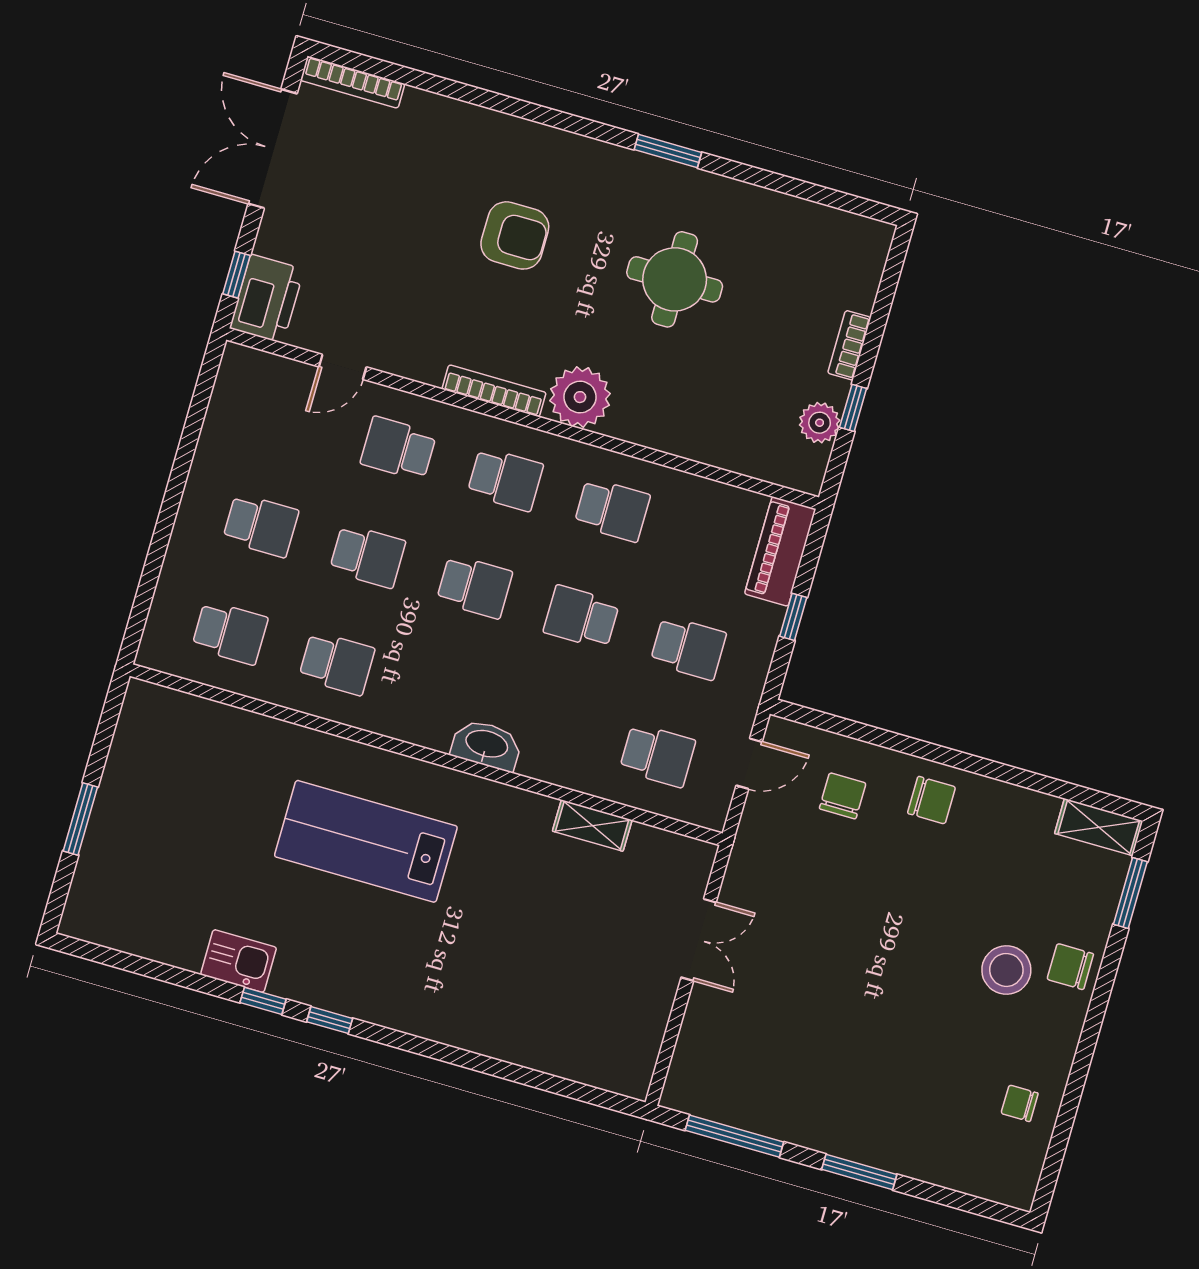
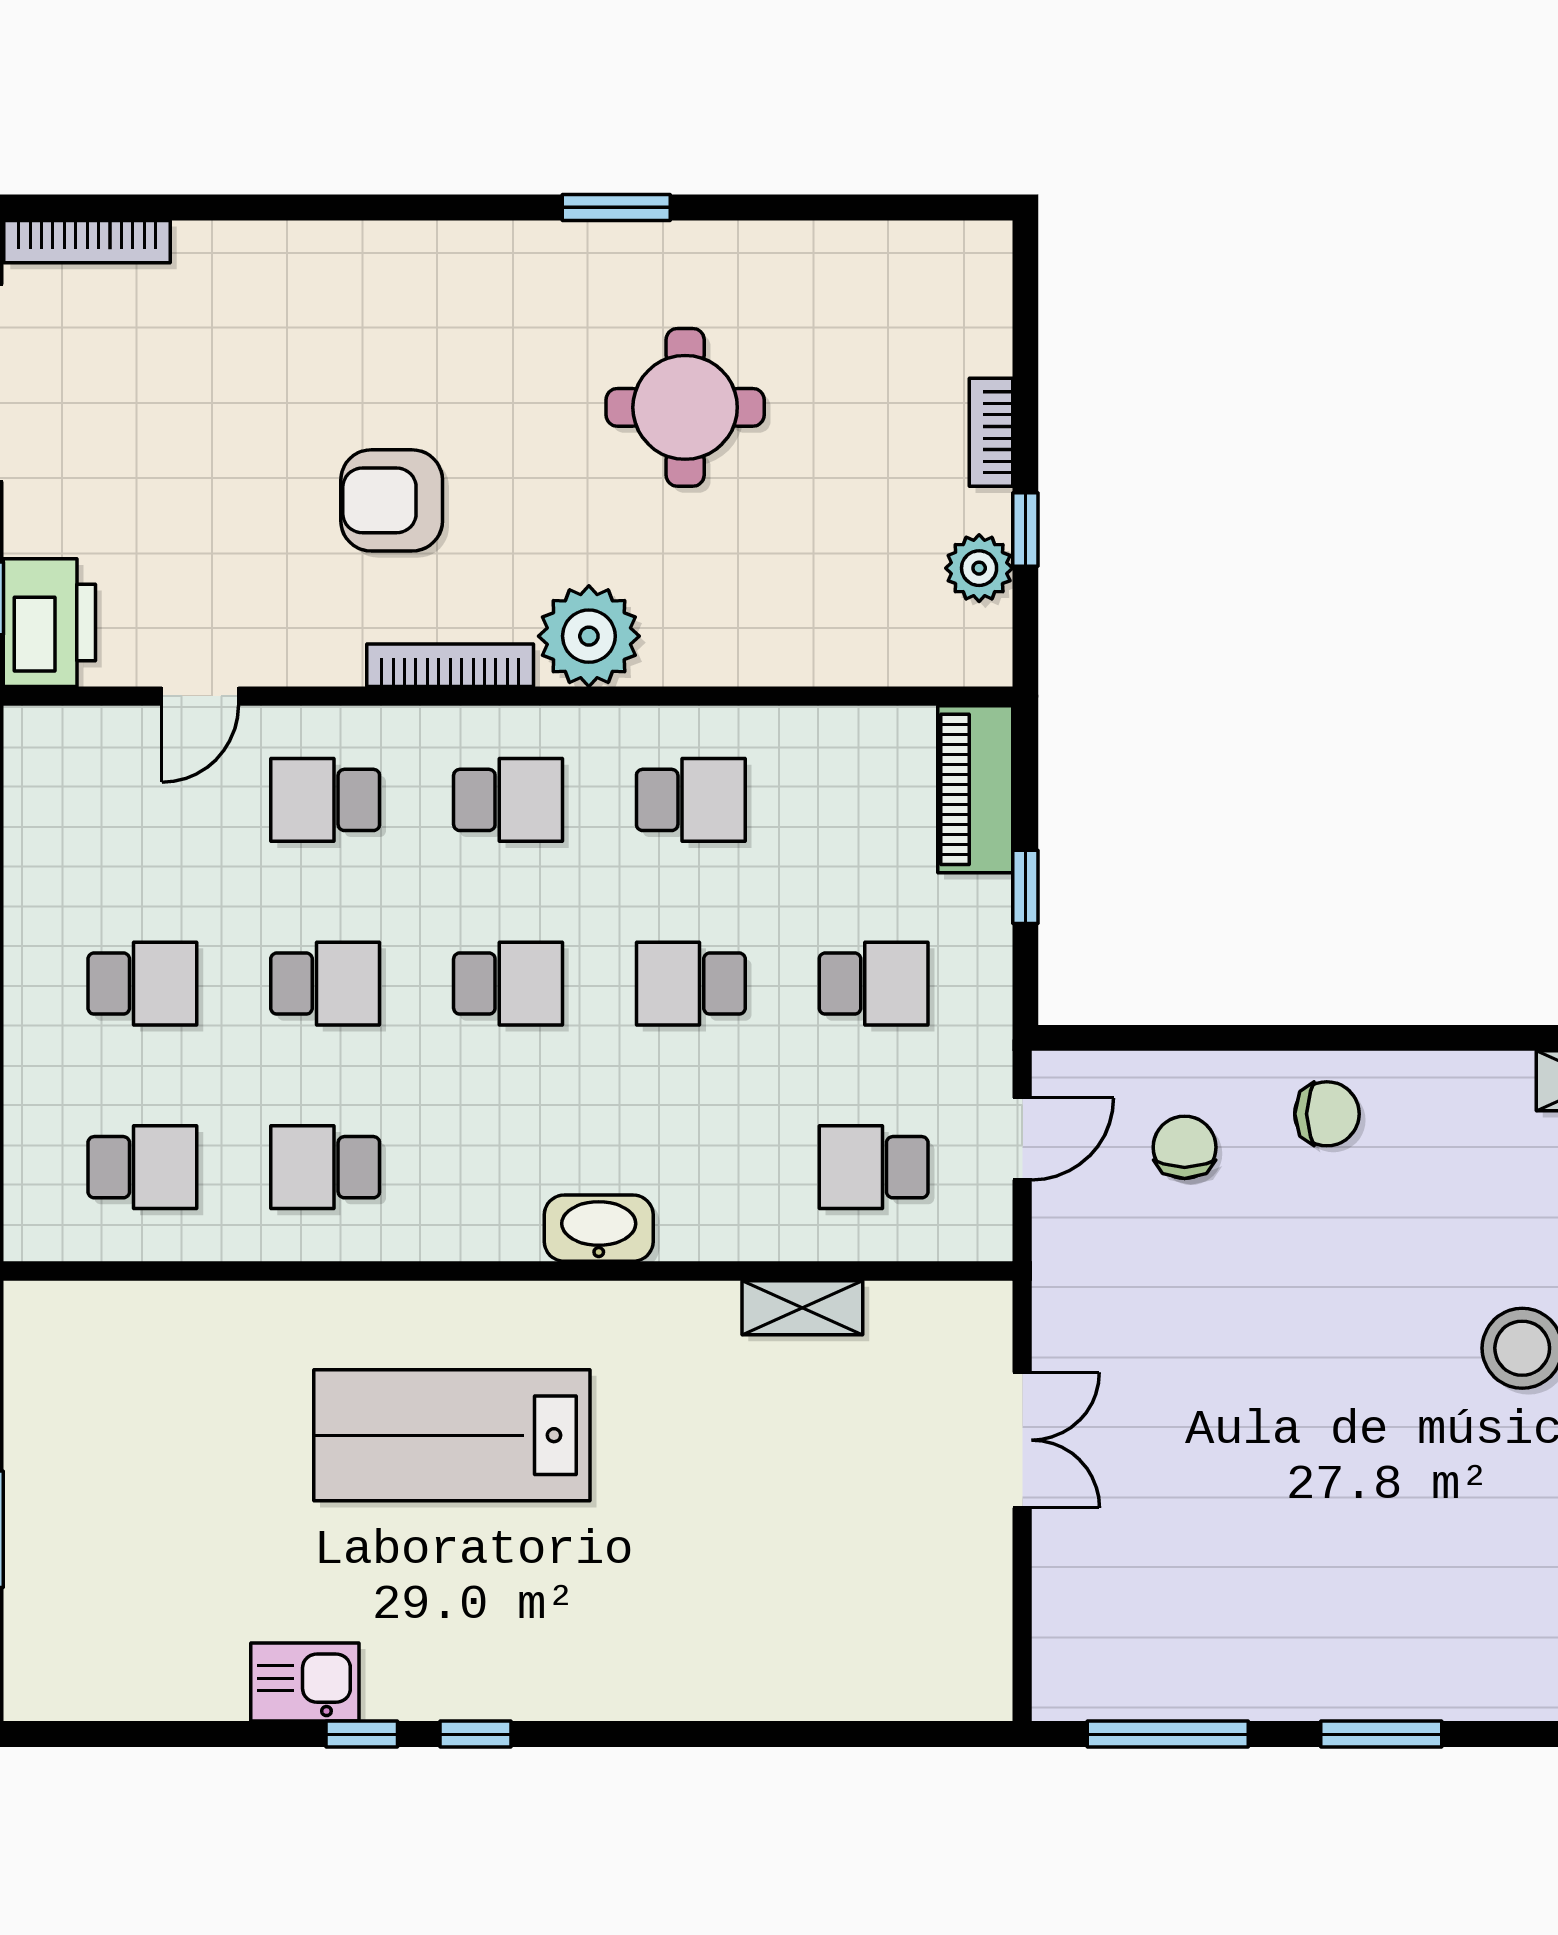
armchair: (515, 235) -> (392, 500), moved, turned 180
school desk: (337, 663) -> (325, 1167), turned 180
school desk: (657, 755) -> (874, 1167), turned 180

